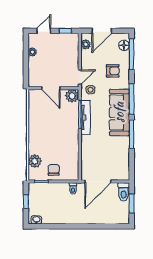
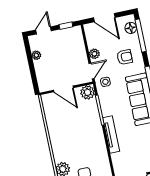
door: (102, 31) -> (104, 18), hinge flipped
plant: (86, 44) -> (94, 54), moved
tv unit: (86, 118) -> (111, 134), moved

